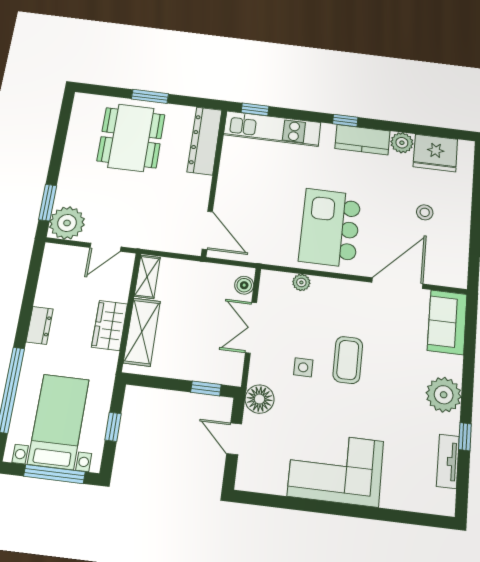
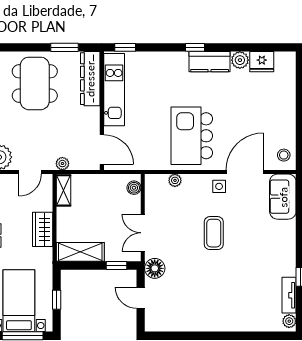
window: (150, 96) -> (65, 47), moved
kitchen unit: (272, 129) -> (114, 90), moved, turned -90
fridge: (435, 153) -> (262, 62), width x0.73, depth x0.75
stool: (425, 212) -> (284, 155), moved
plant: (151, 242) -> (62, 164), added
double door: (251, 328) -> (143, 233), moved
shelving: (142, 332) -> (80, 252), moved, turned 90
side table: (303, 367) -> (219, 186), moved
plant: (444, 395) -> (289, 321), moved, width x0.53, depth x0.53
corner sofa: (336, 469) -> (212, 309), removed

